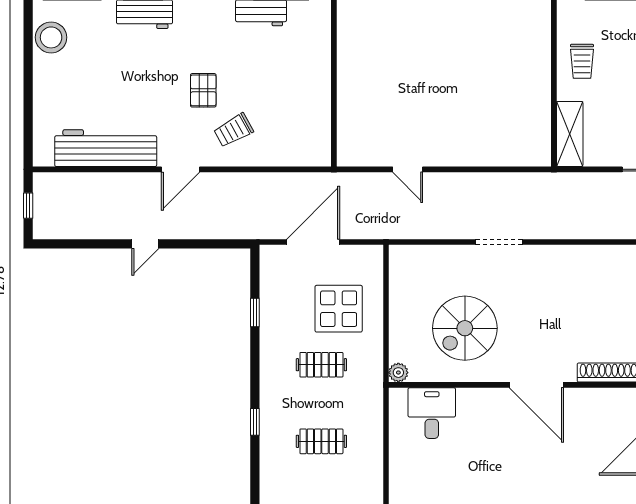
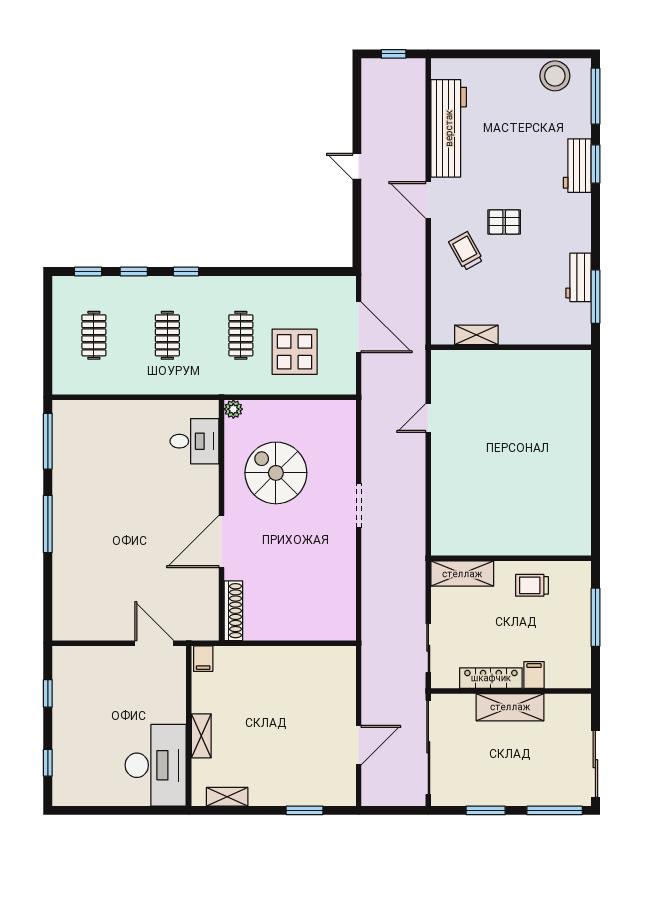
shelving: (321, 119) -> (476, 335), added
window: (255, 312) -> (134, 272), moved

